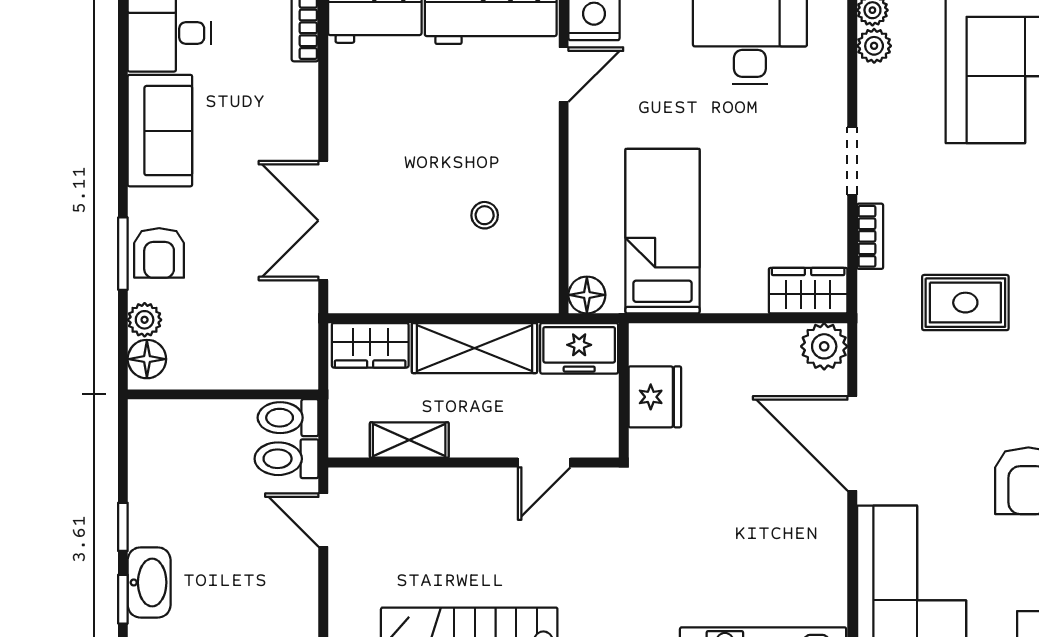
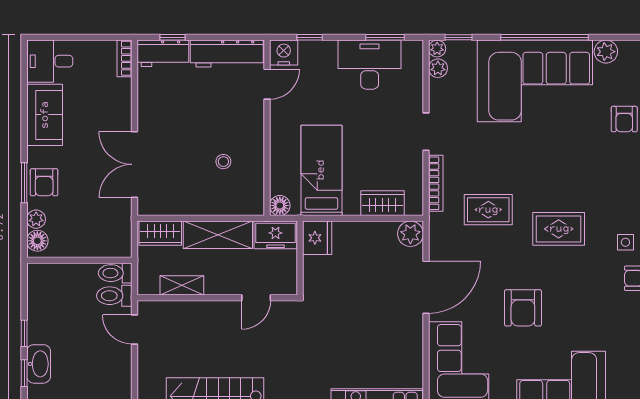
bookcase: (870, 236) -> (436, 183), width x1.56
wardrobe: (808, 291) -> (382, 203), moved
fridge: (655, 397) -> (317, 238), moved
door: (852, 443) -> (426, 287), swing flipped

